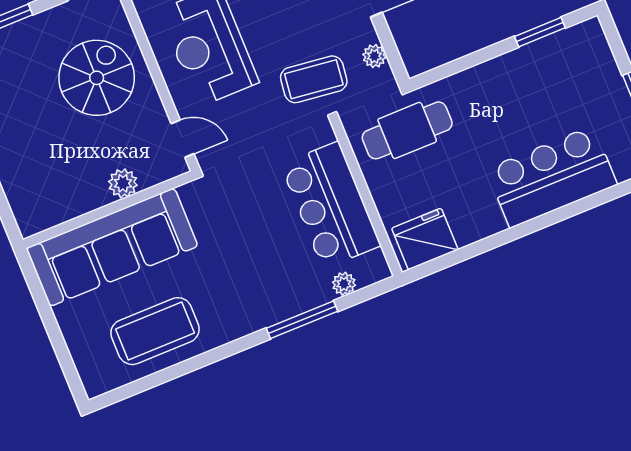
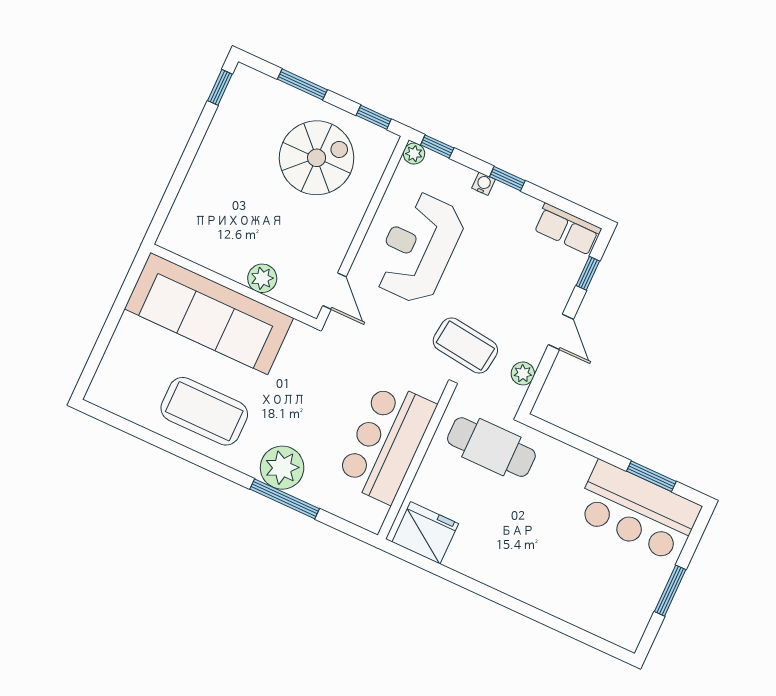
spiral stairs: (97, 78) -> (317, 158), moved
bar counter: (552, 177) -> (637, 511), moved, turned 180
plant: (344, 284) -> (282, 468), moved, width x1.88, depth x1.88
coffee table: (155, 331) -> (204, 411), moved

